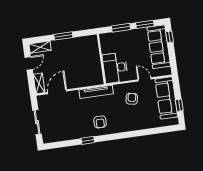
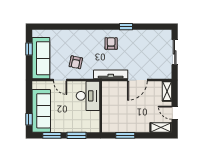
window: (63, 36) -> (125, 135), moved
door: (29, 63) -> (175, 113), hinge flipped
door: (57, 92) -> (137, 80), moved

